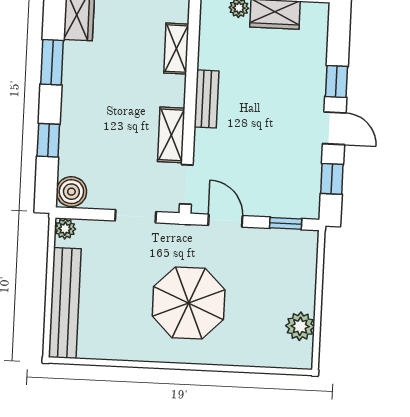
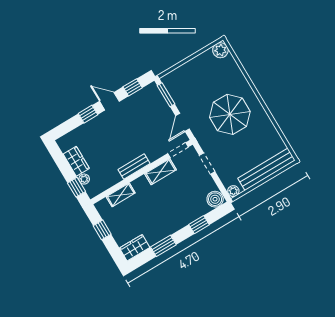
door: (334, 128) -> (109, 101), hinge flipped
window: (286, 223) -> (166, 95), width x1.50
plant: (300, 326) -> (220, 50), moved

